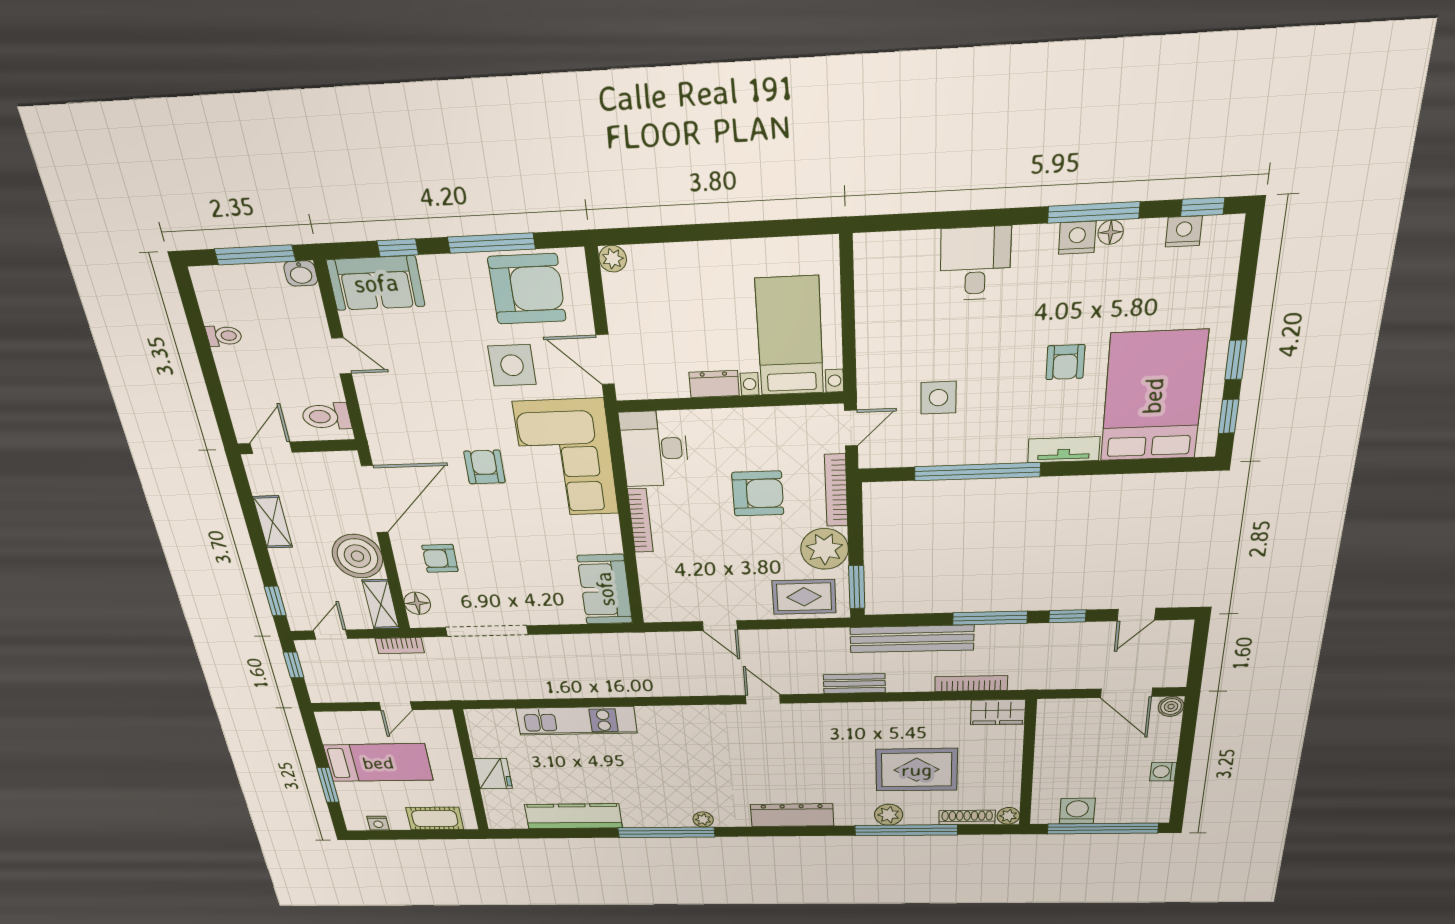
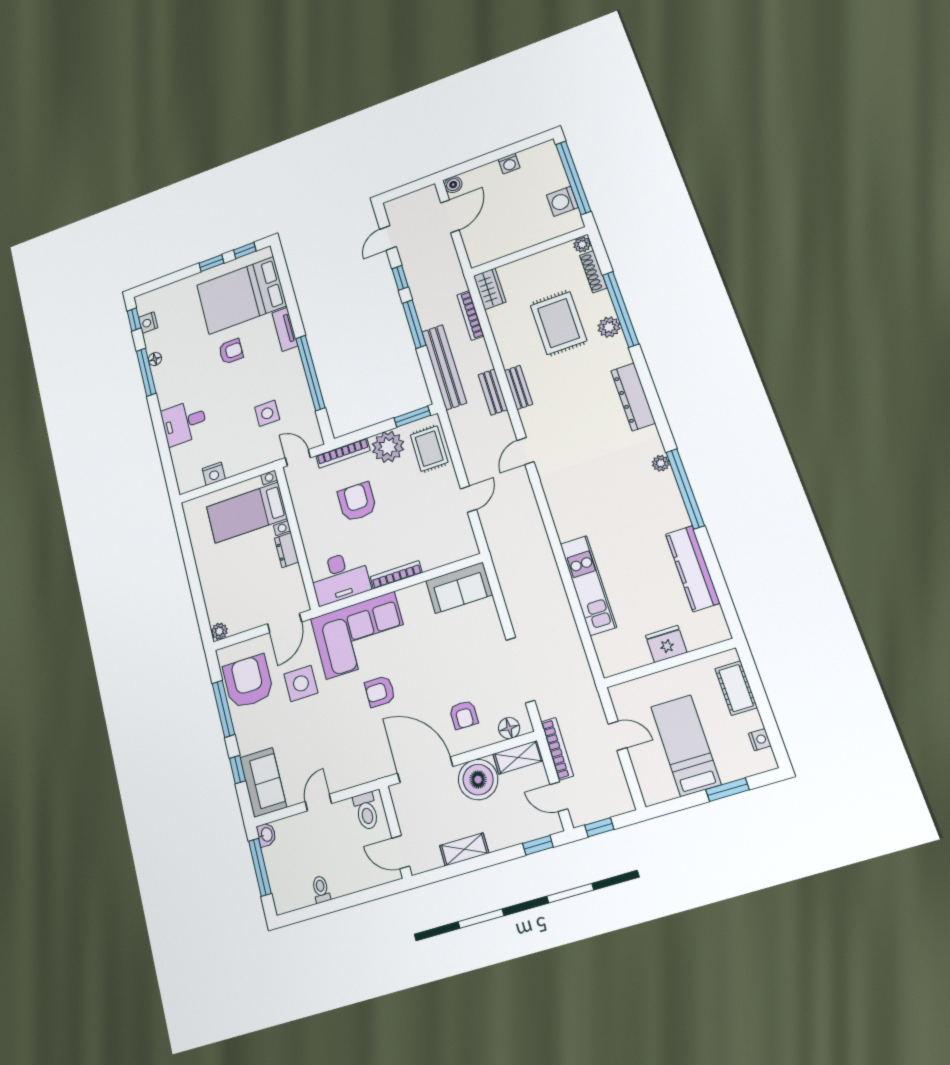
nightstand: (1077, 238) -> (214, 474), moved, turned -90
door: (1136, 615) -> (388, 238), swing flipped
bookcase: (400, 646) -> (557, 749), width x1.56
bench: (849, 711) -> (518, 387), added

